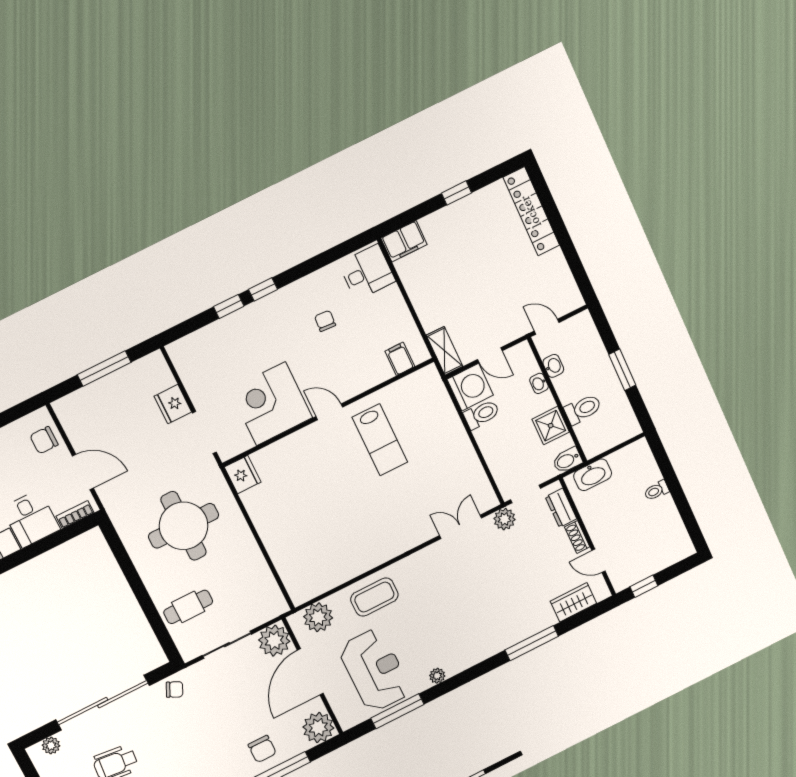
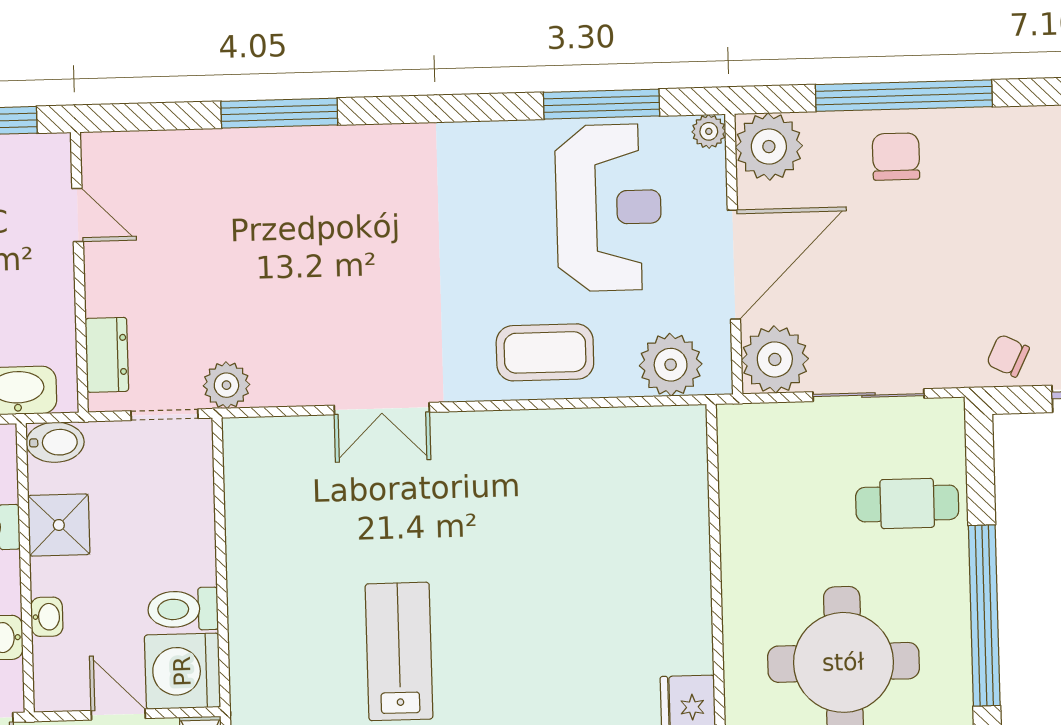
double door: (461, 527) -> (382, 409), moved
shoe rack: (577, 537) -> (100, 282), removed
window: (131, 575) -> (984, 616), added
wardrobe: (573, 602) -> (162, 155), removed
reception desk: (375, 670) -> (609, 208), turned 180
plant: (437, 676) -> (709, 131), moved

